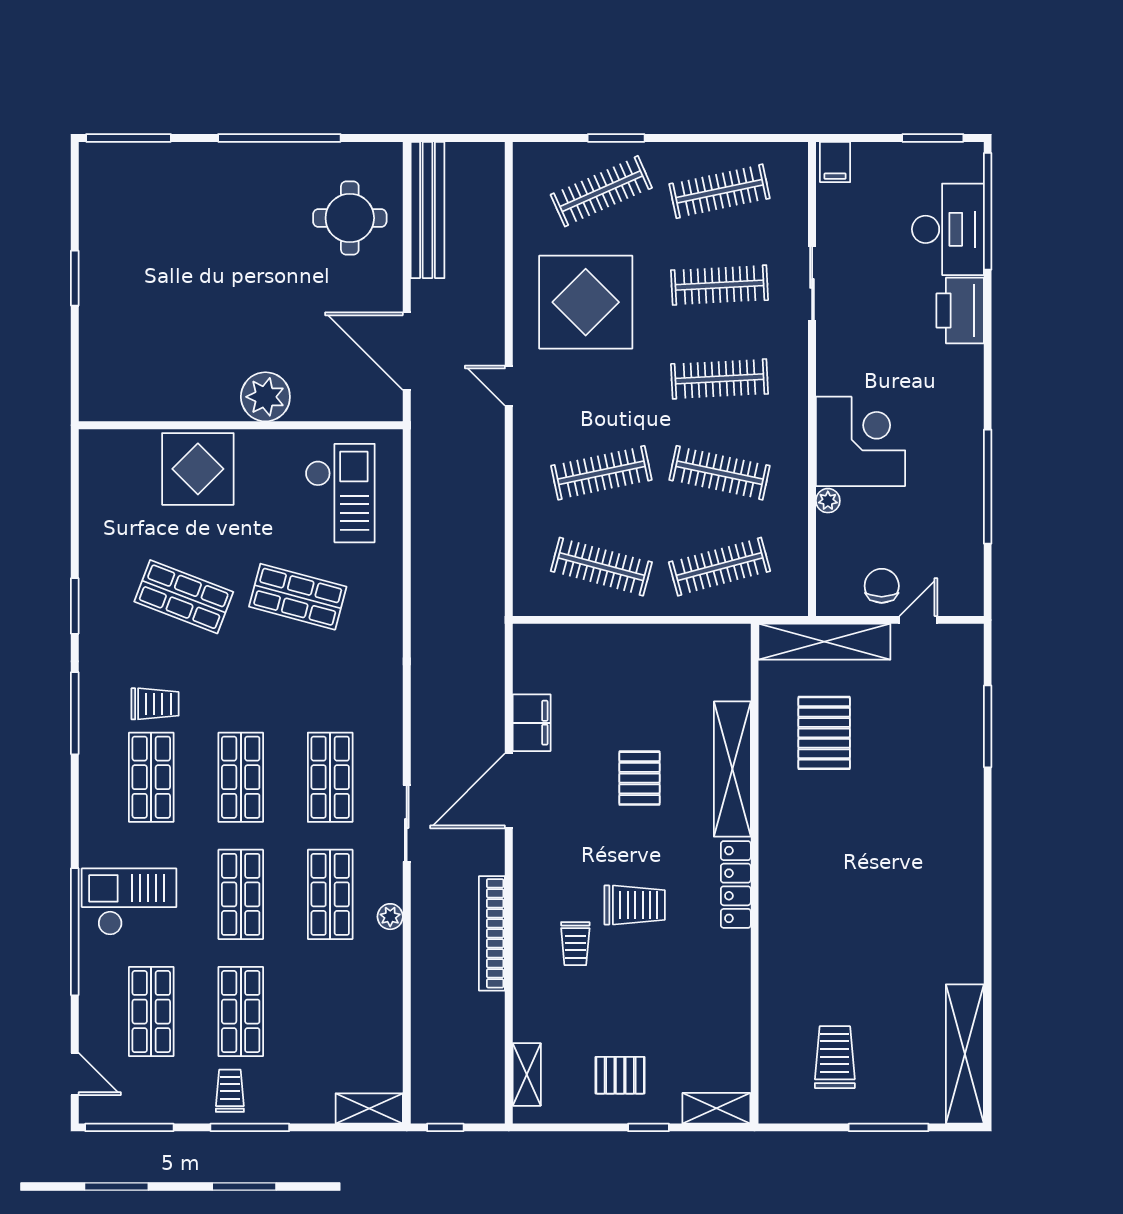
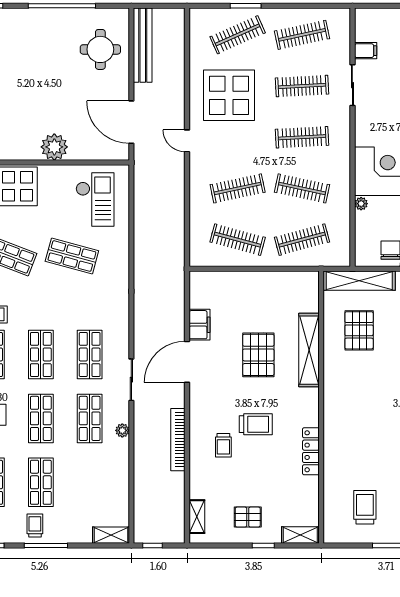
filing cabinet: (835, 162) -> (366, 51), moved, turned -90
pallet: (639, 778) -> (258, 355), width x1.50, depth x1.42
locker: (736, 884) -> (311, 451), moved

